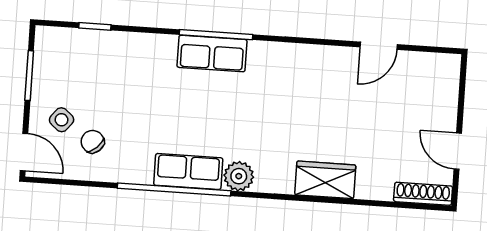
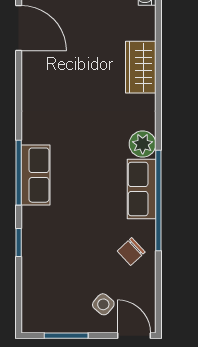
window: (95, 26) -> (19, 242), moved
door: (379, 46) -> (19, 28), width x1.38
chair: (93, 142) -> (131, 252), moved
door: (24, 152) -> (134, 336), hinge flipped

